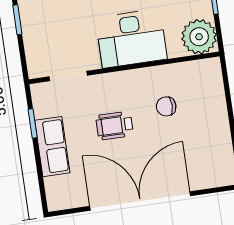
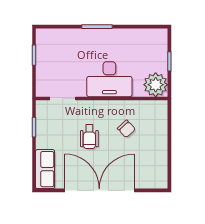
chair: (166, 106) -> (126, 129), turned -133
wheelchair: (115, 126) -> (89, 137), turned -90
row of seats: (52, 147) -> (45, 169), moved

